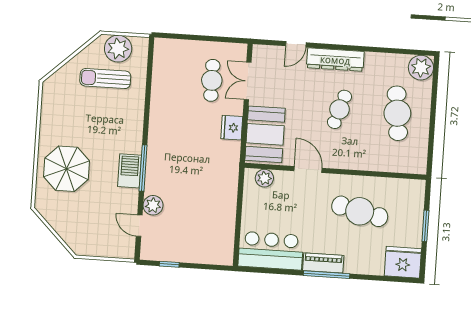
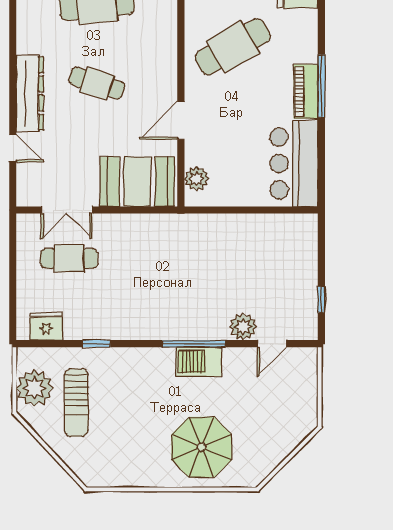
window: (148, 96) -> (96, 344), added
fridge: (232, 128) -> (46, 326), moved, turned 180
cafe table: (360, 211) -> (233, 47), turned 47

